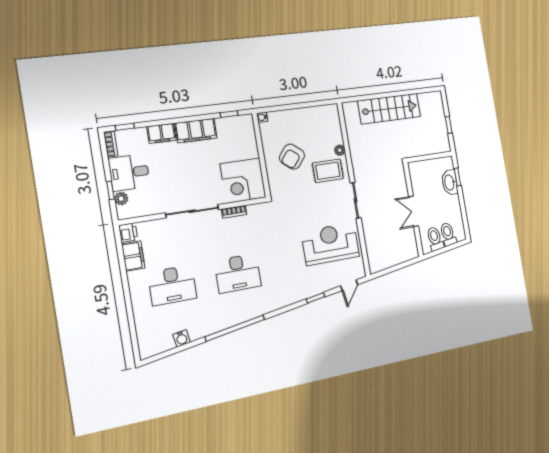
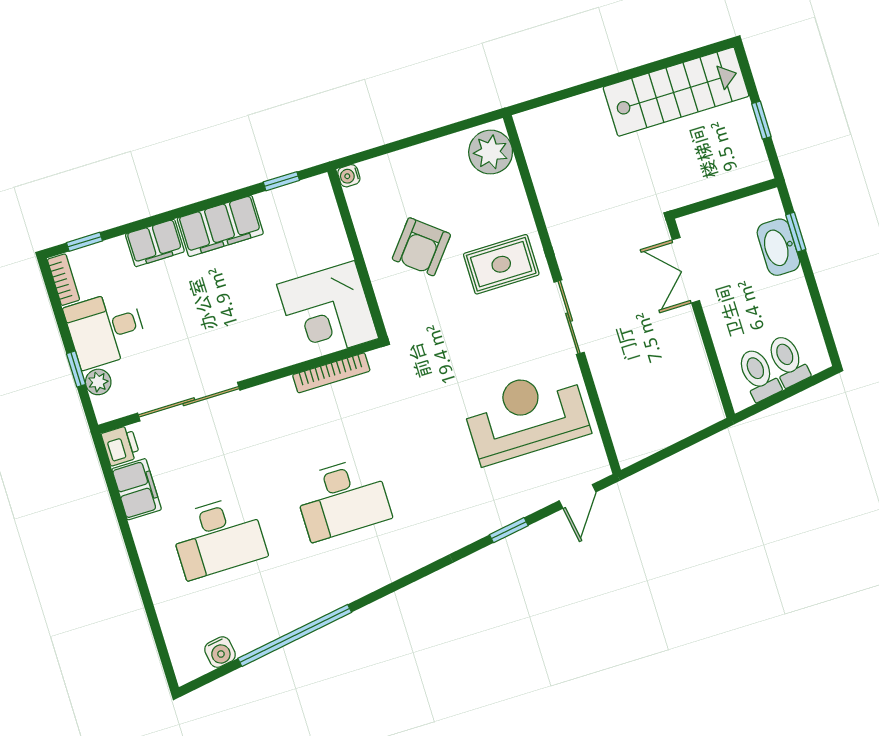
stairs: (389, 109) -> (676, 92), moved
plant: (340, 150) -> (491, 152), moved, width x1.88, depth x1.88
sliding door: (192, 211) -> (189, 402), moved
double door: (414, 211) -> (686, 270), moved
bookcase: (234, 212) -> (331, 373), width x1.56
window: (235, 328) -> (295, 635), moved
water cooler: (182, 338) -> (220, 652), moved

